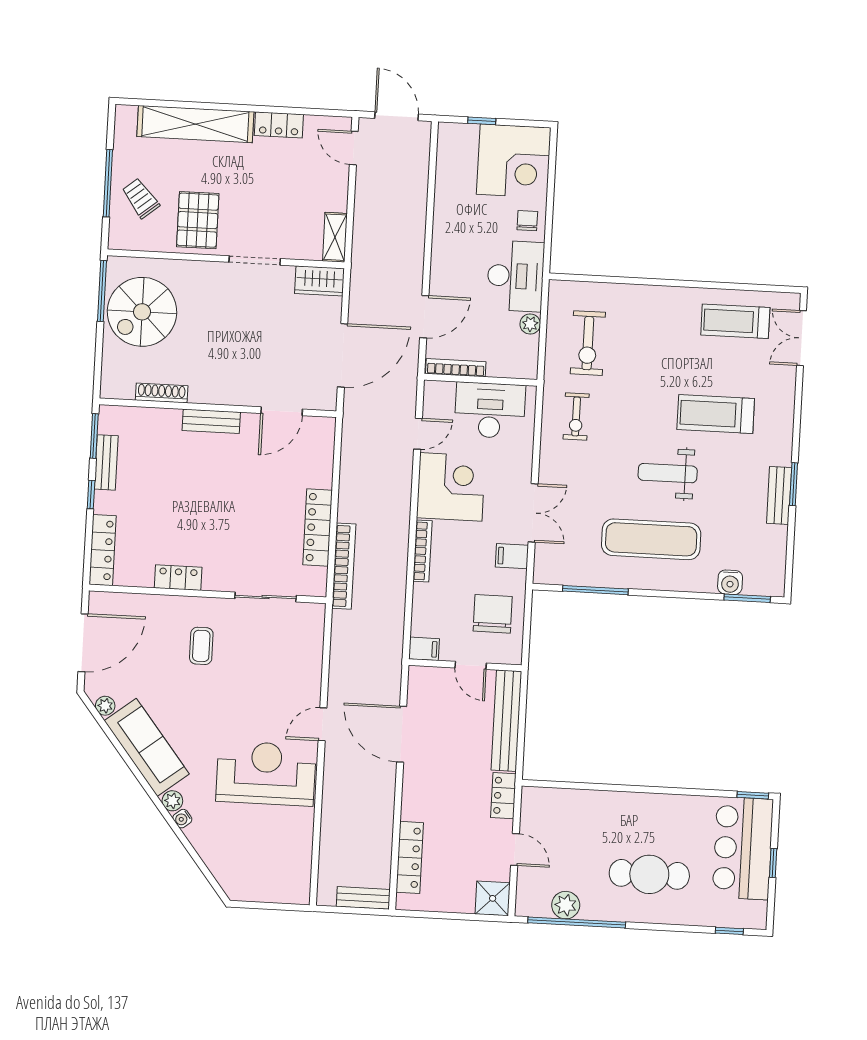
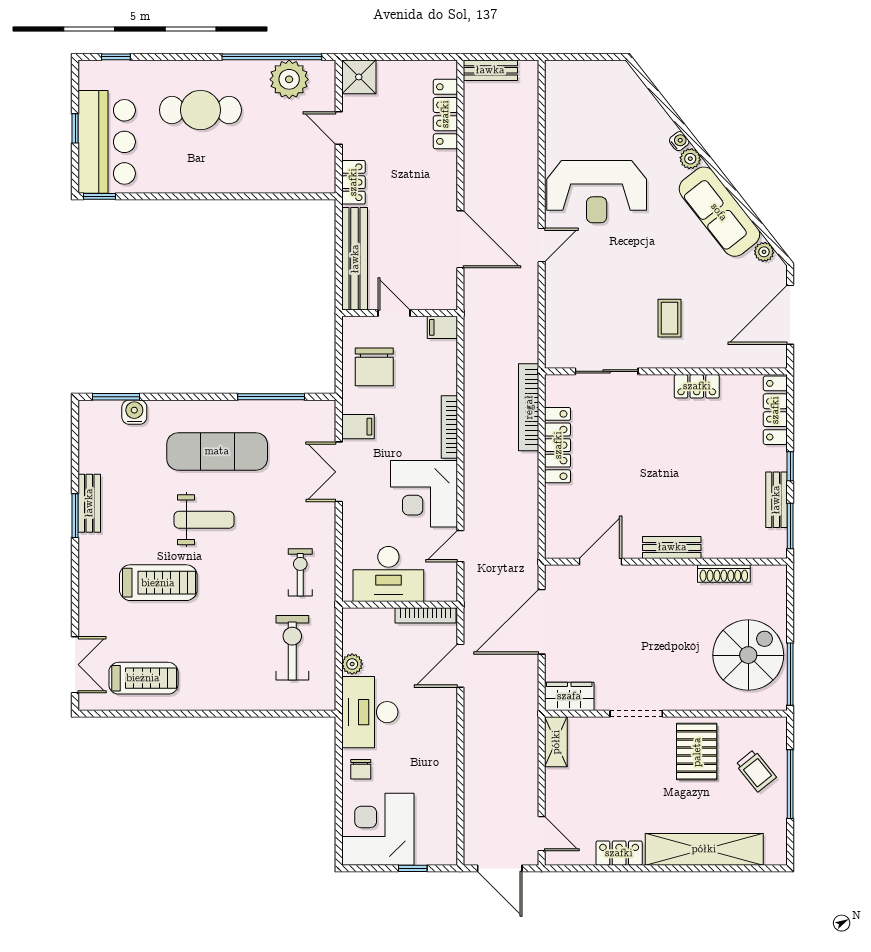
plant: (566, 905) -> (289, 79), width x1.36, depth x1.36

